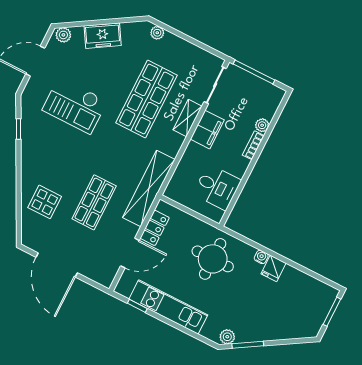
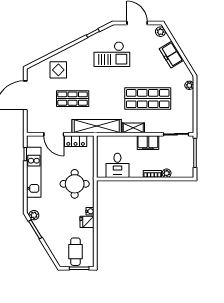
checkout: (75, 105) -> (112, 54), moved, turned -90
shelving: (187, 118) -> (133, 128), moved
cafe table: (306, 305) -> (75, 252), added

